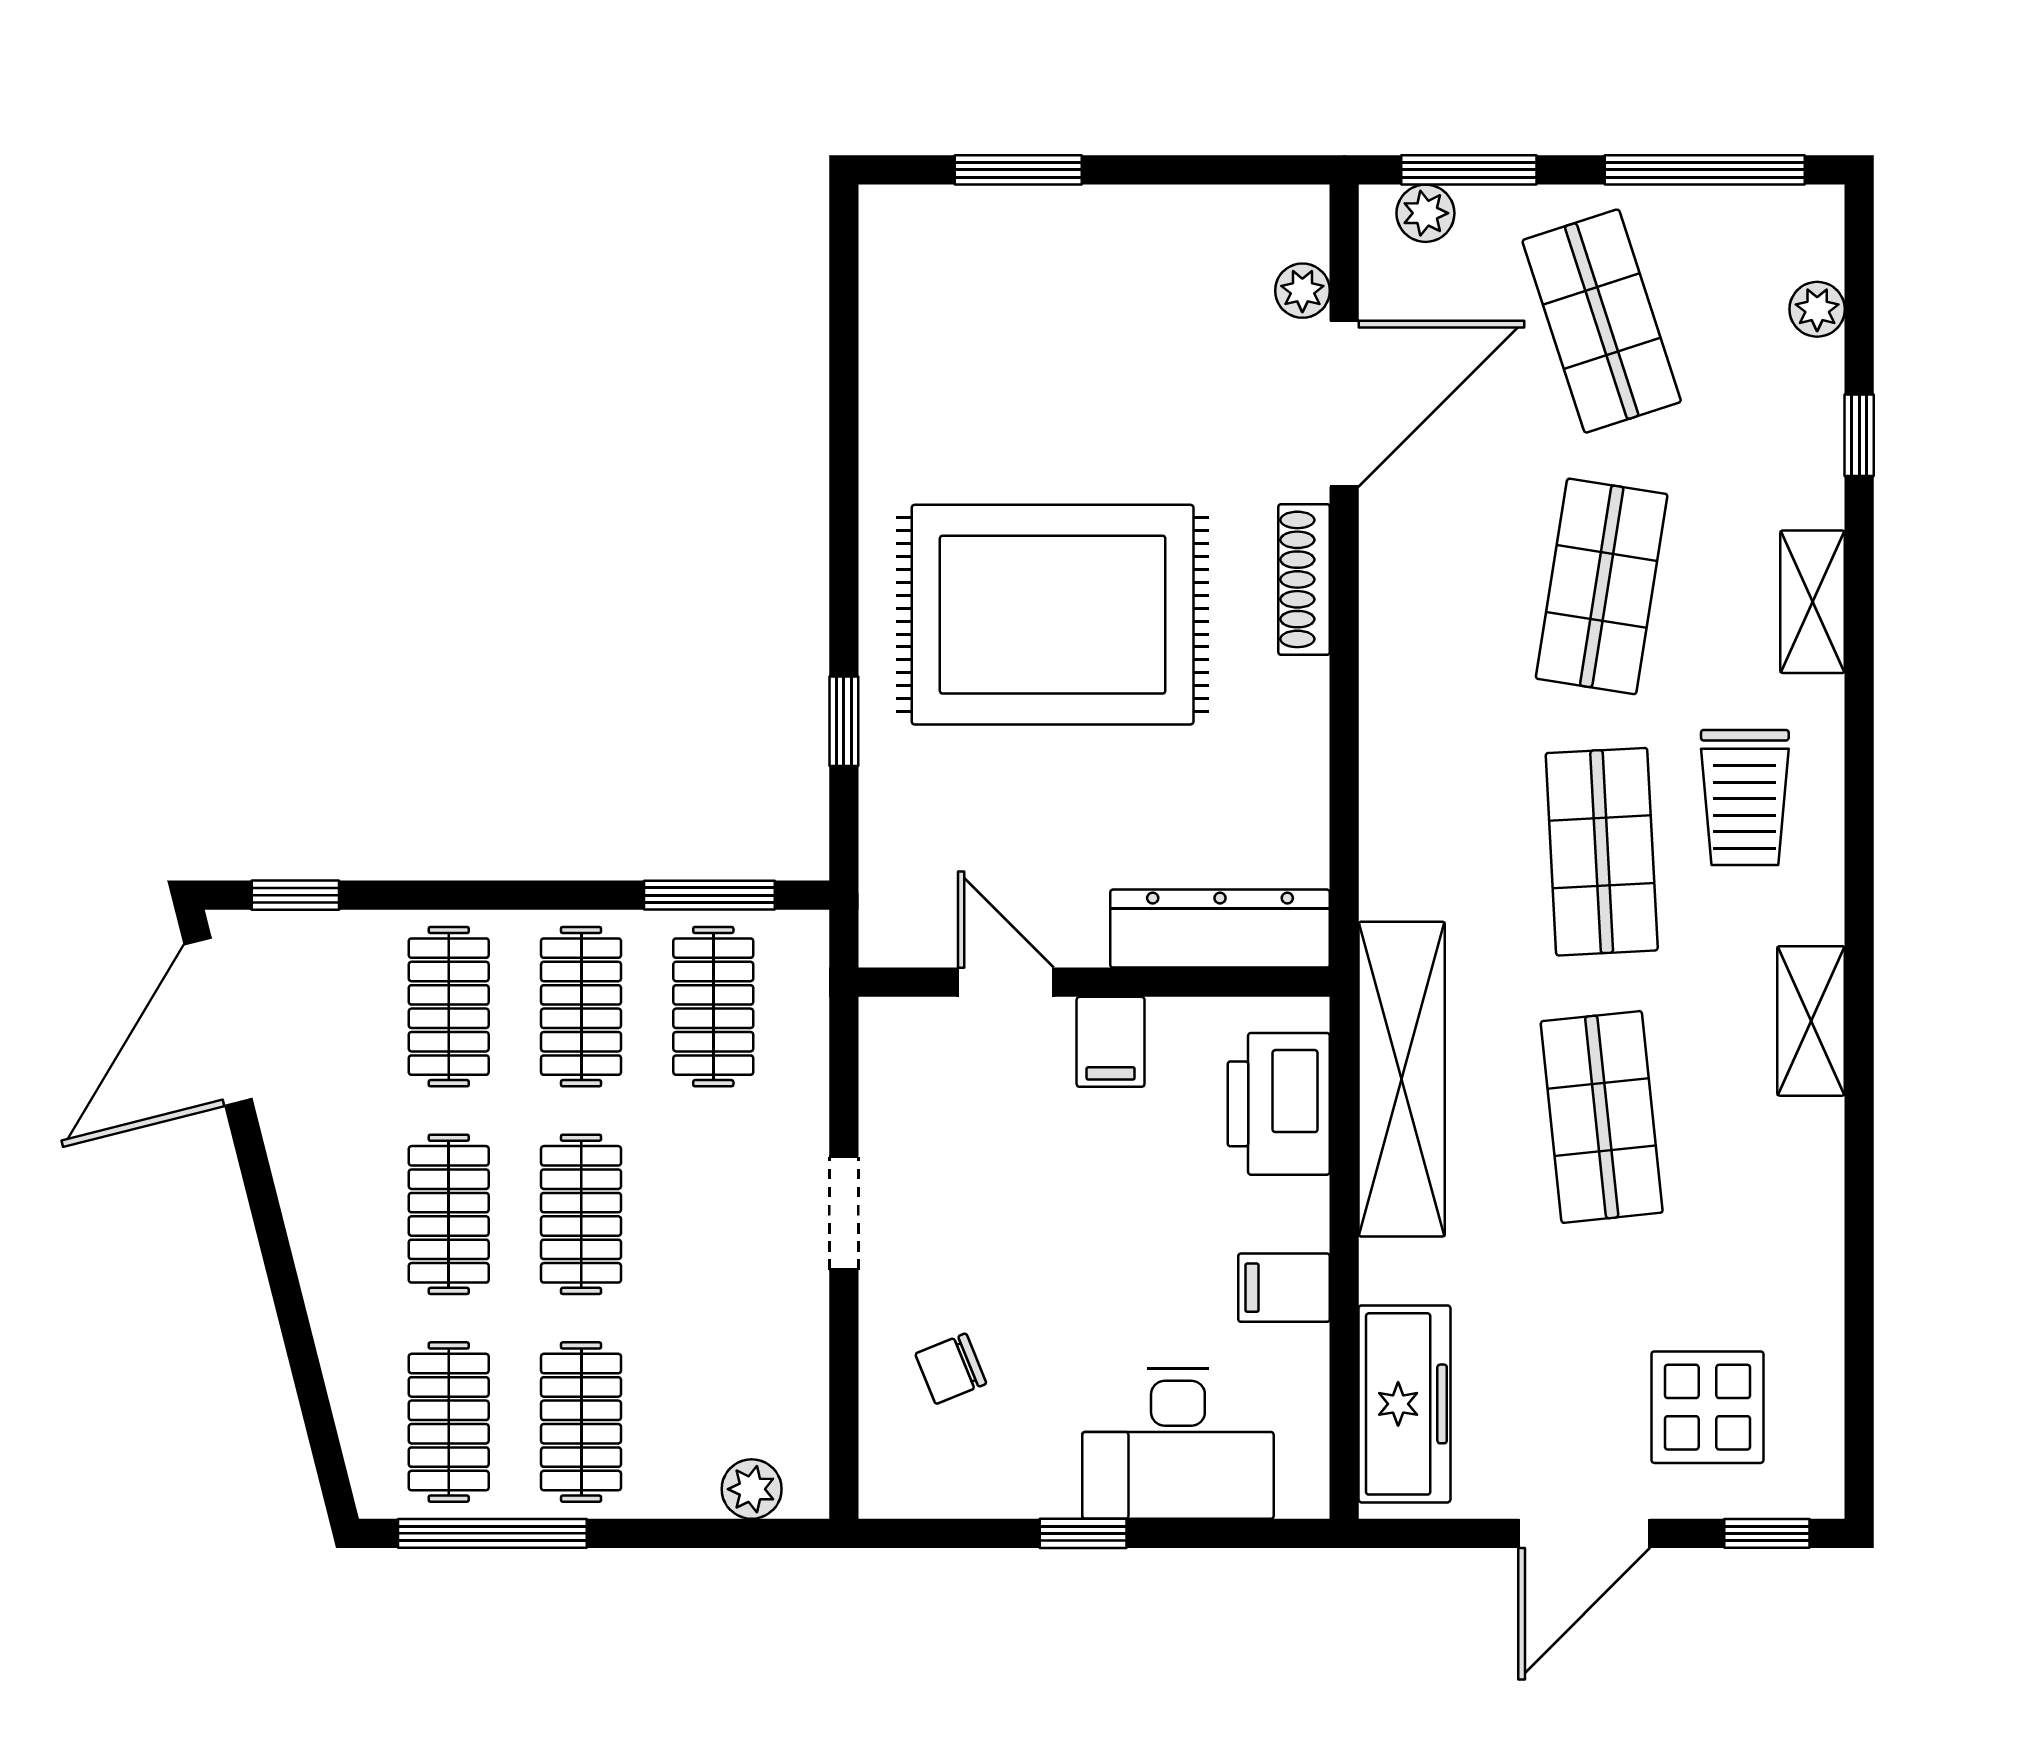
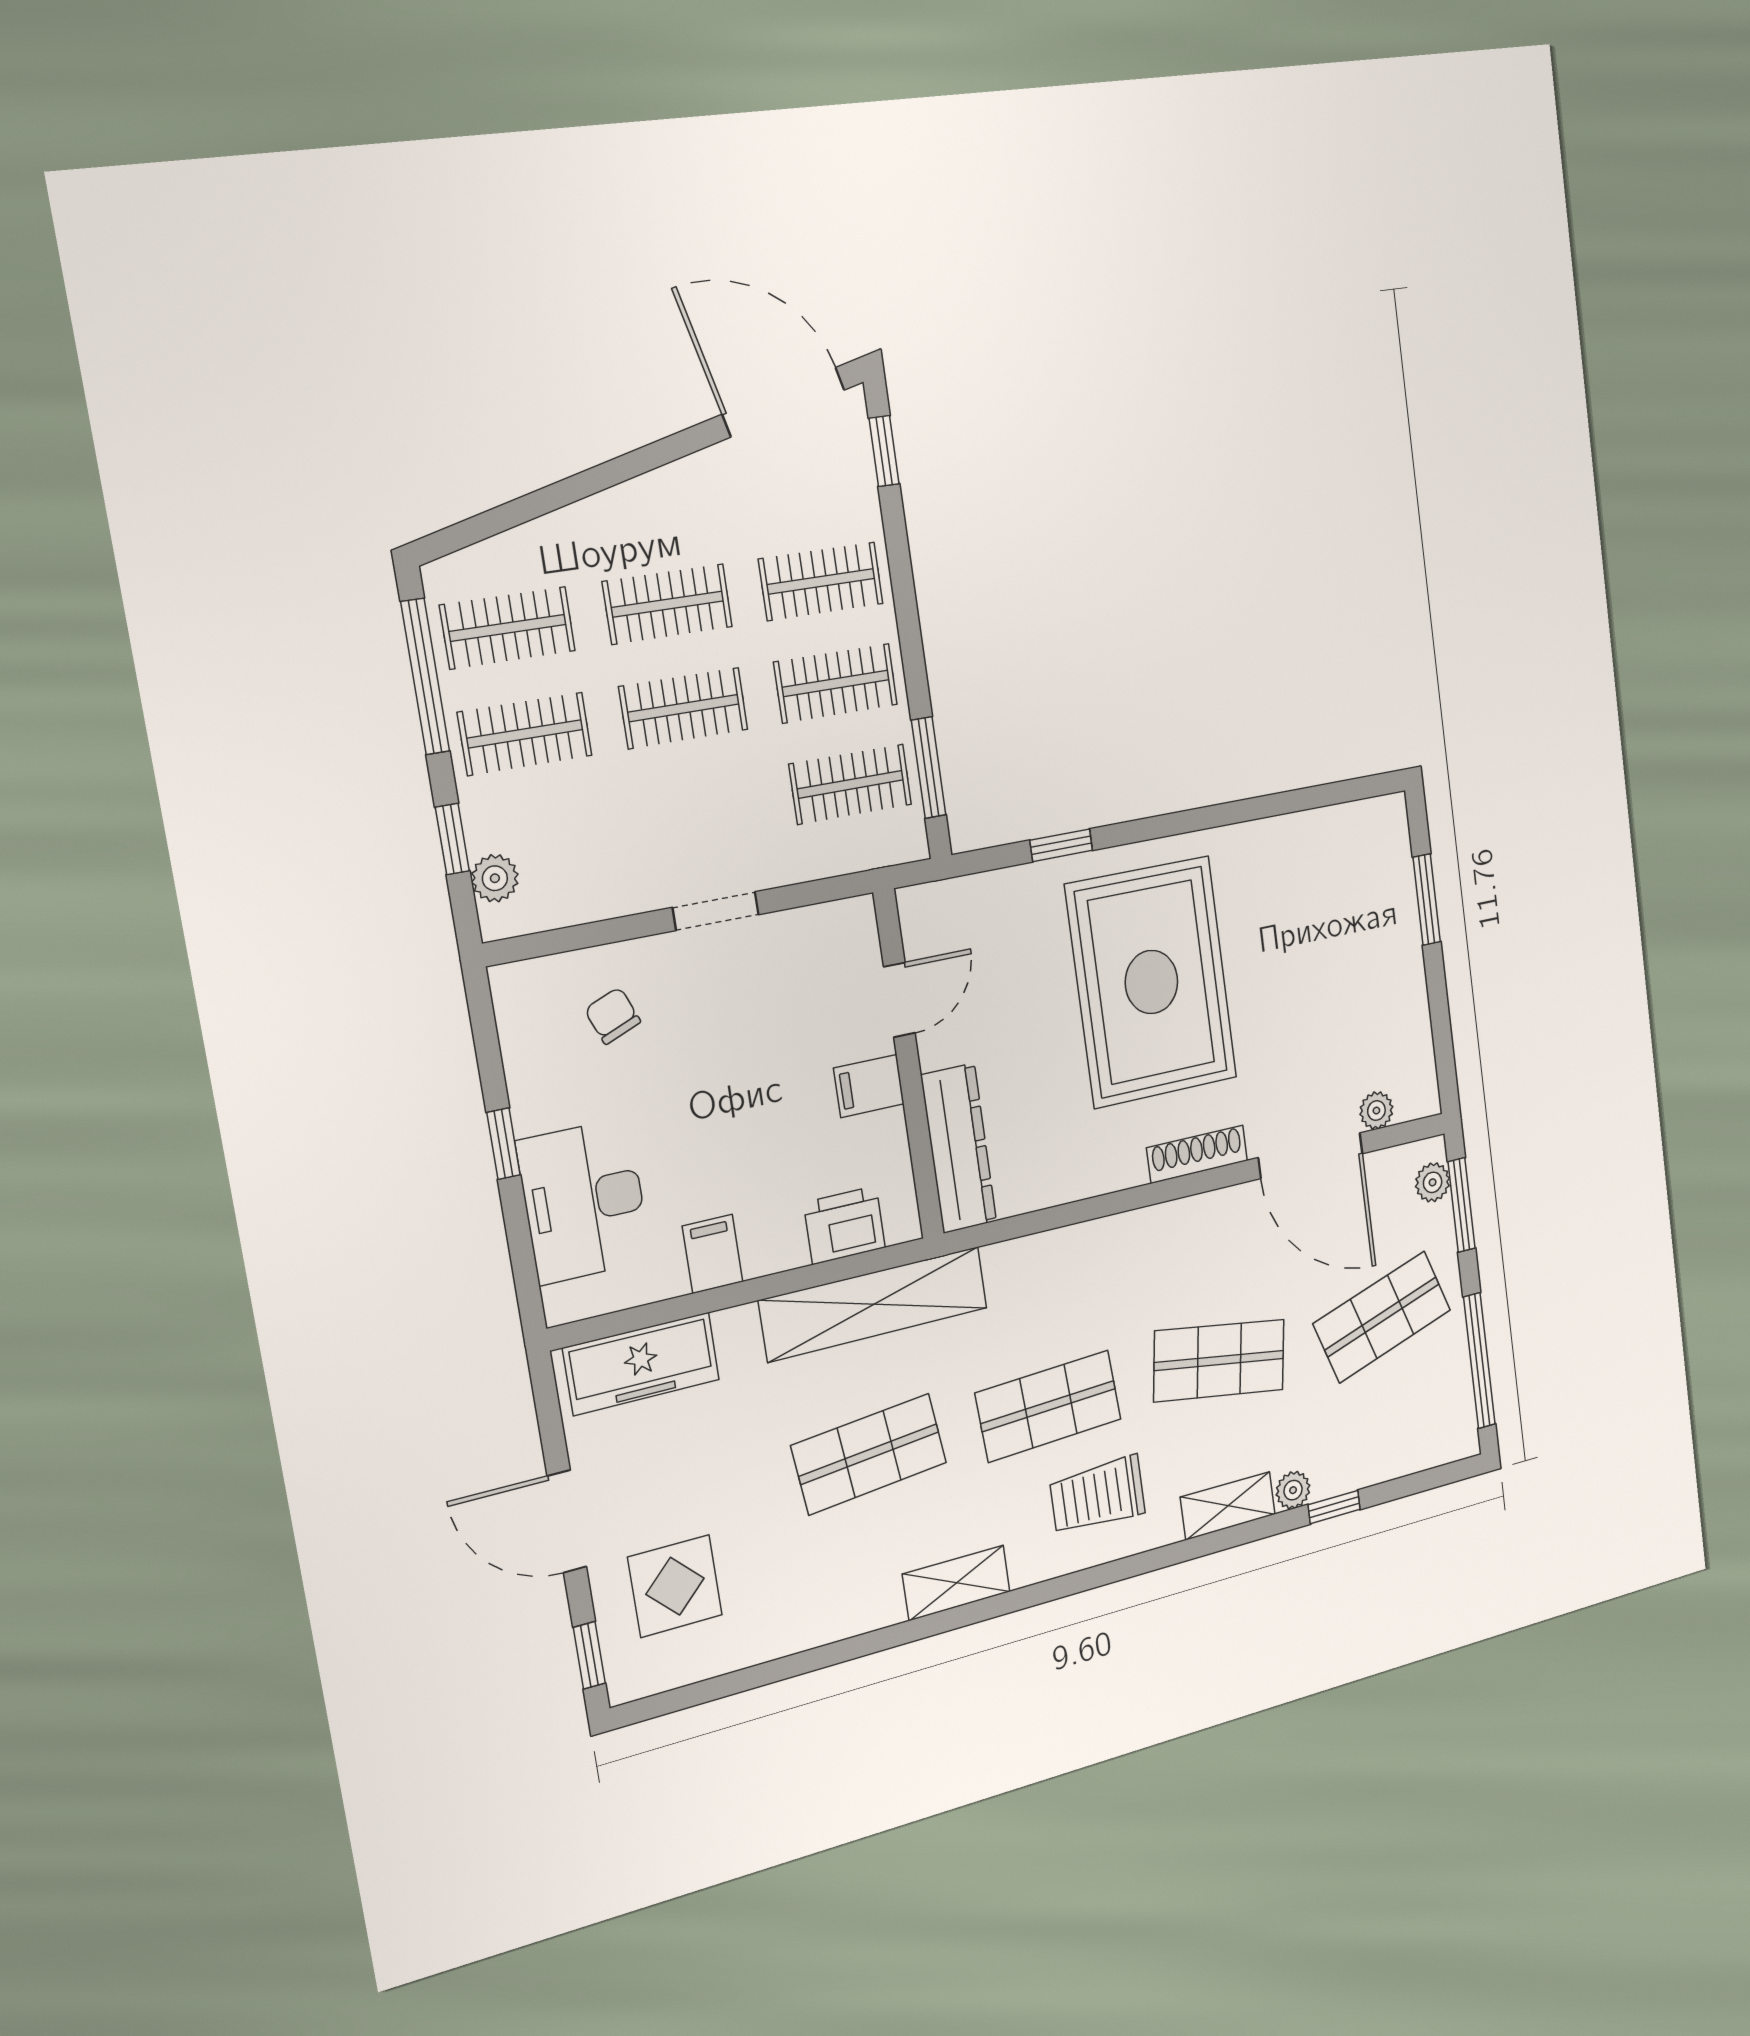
plant: (1817, 309) -> (1293, 1490), moved
printer: (1279, 1104) -> (844, 1225), width x0.73, depth x0.84
window: (694, 1533) -> (452, 839), added

